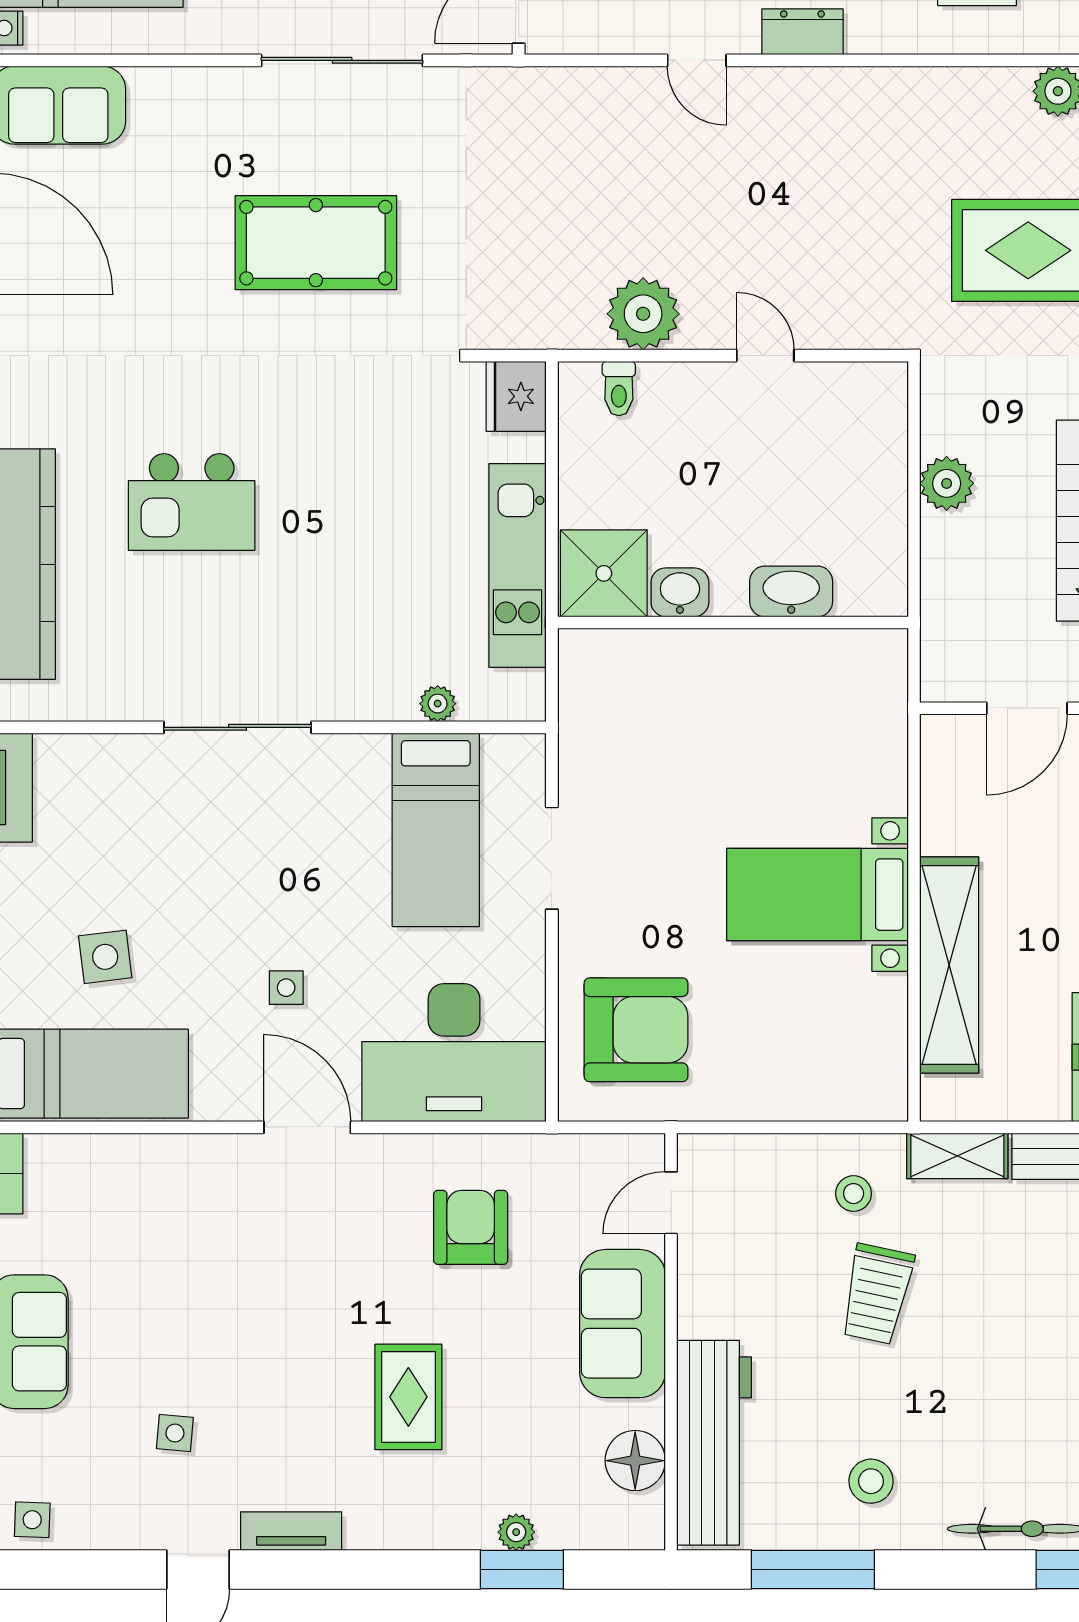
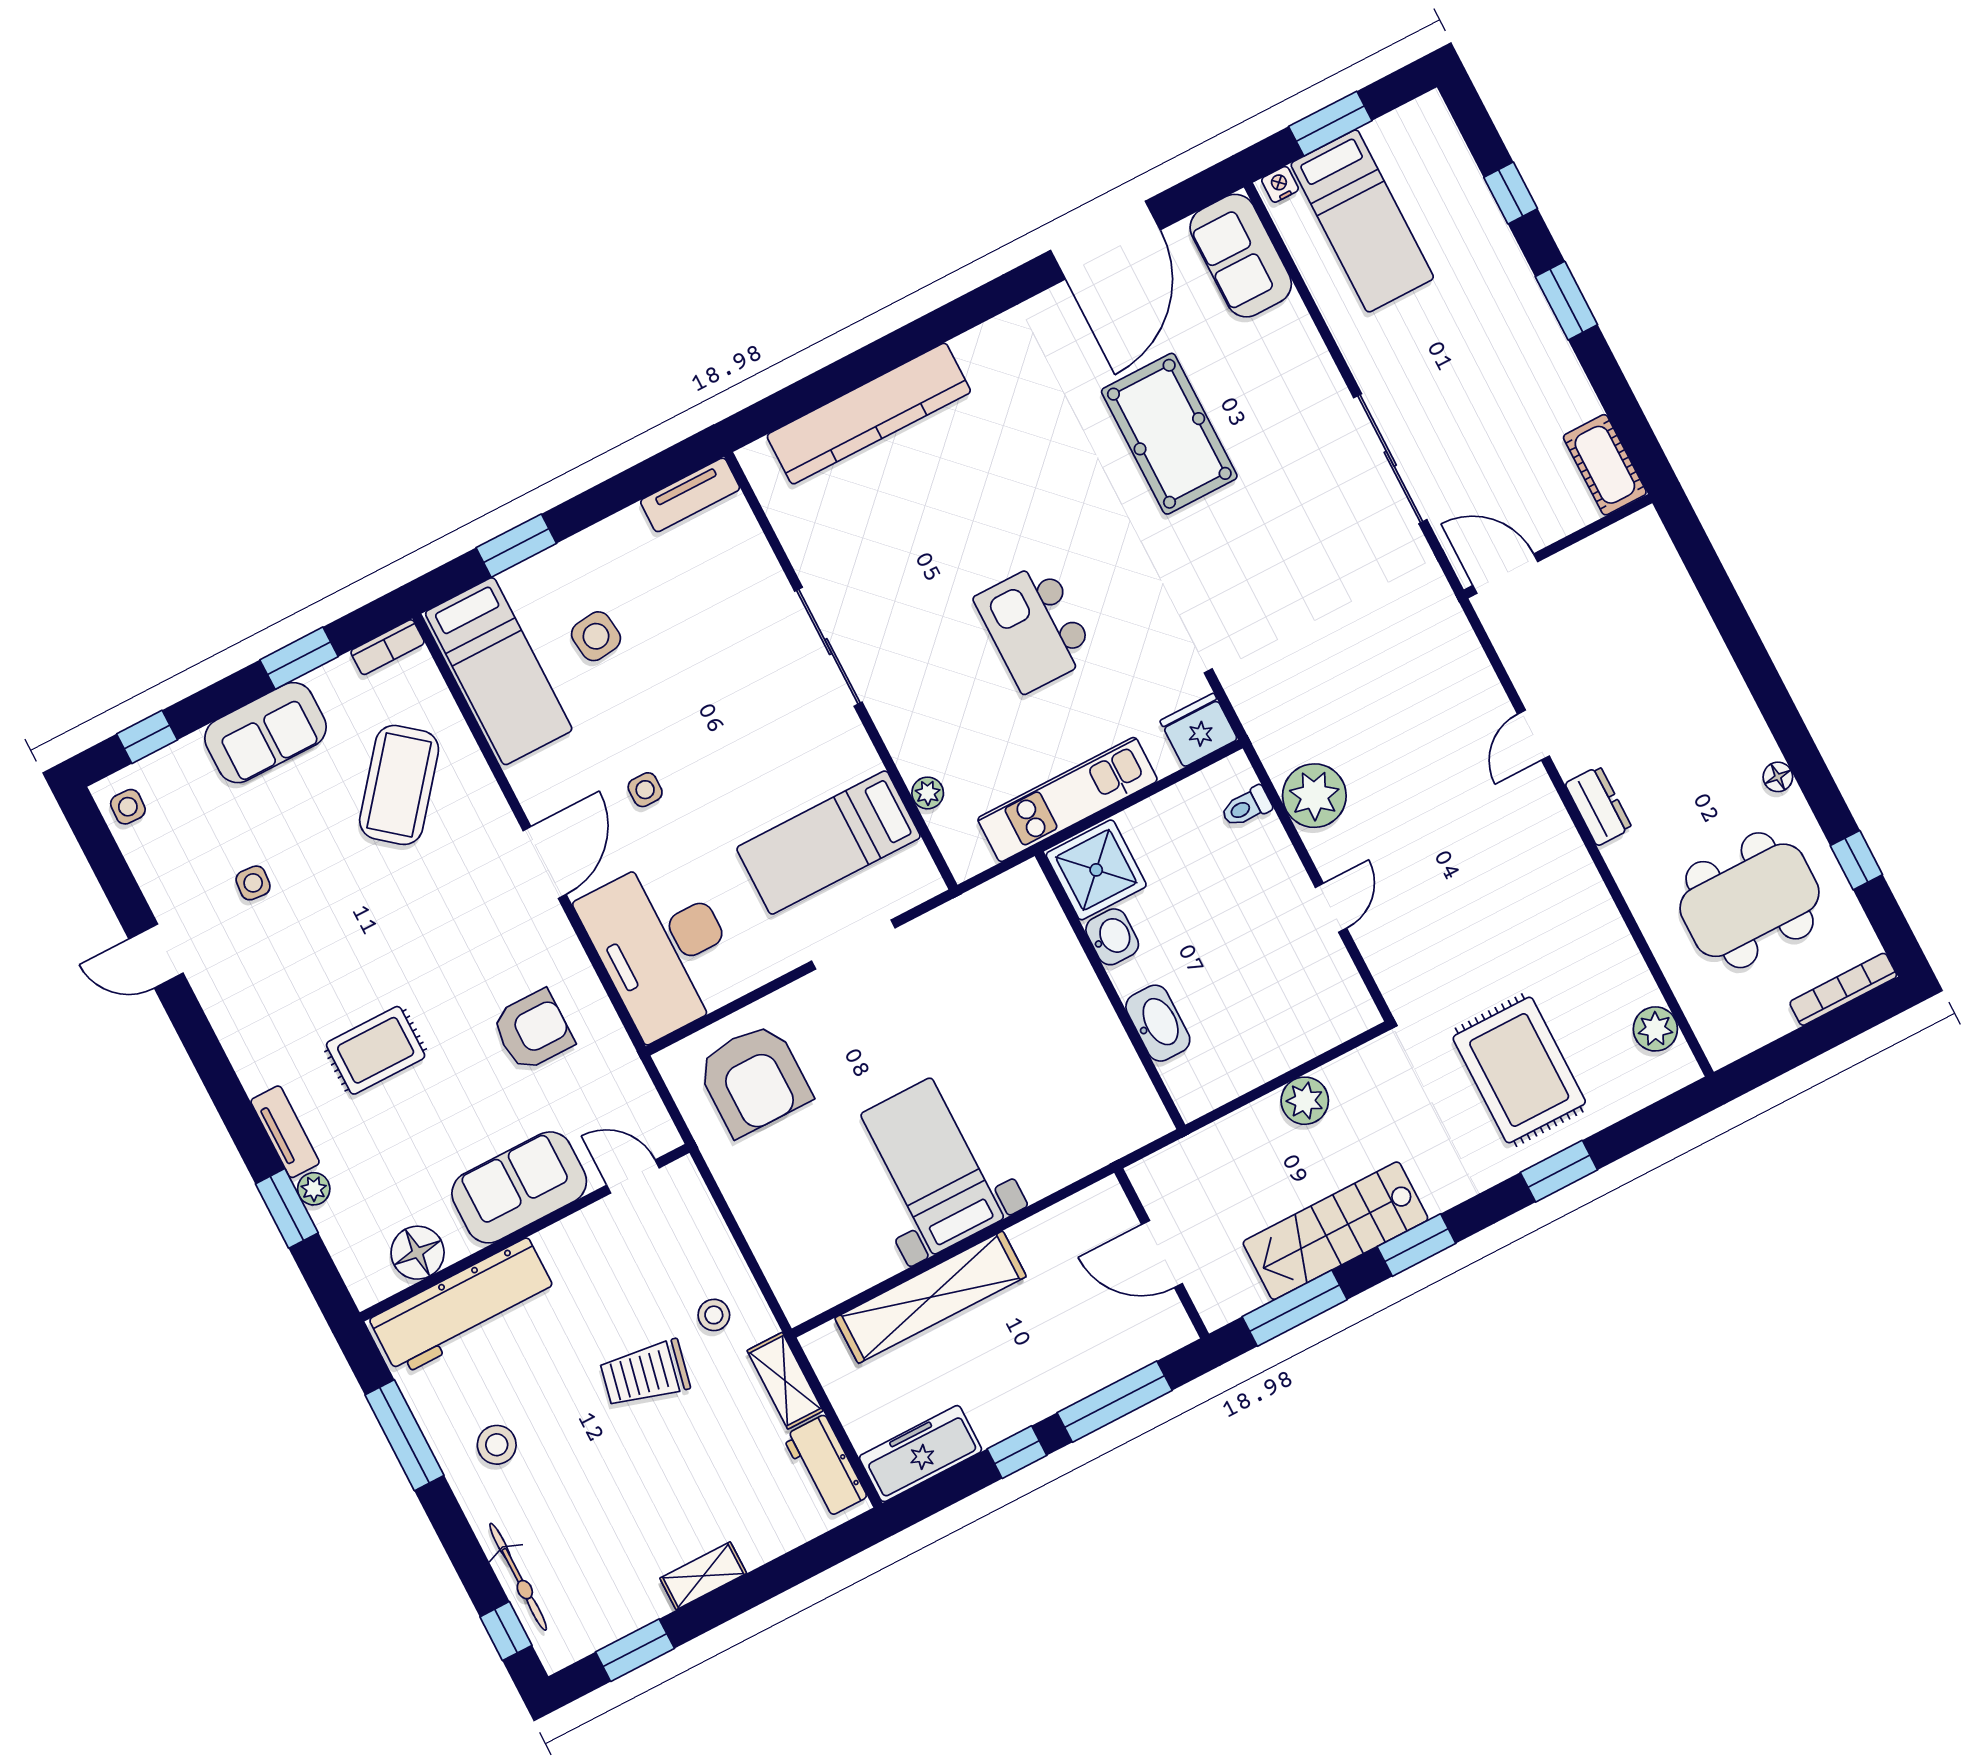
pool table: (316, 243) -> (1169, 434), moved
kitchen island: (192, 502) -> (1035, 627), moved
coffee table: (152, 1234) -> (399, 785), added
tv unit: (291, 1531) -> (285, 1132), moved

